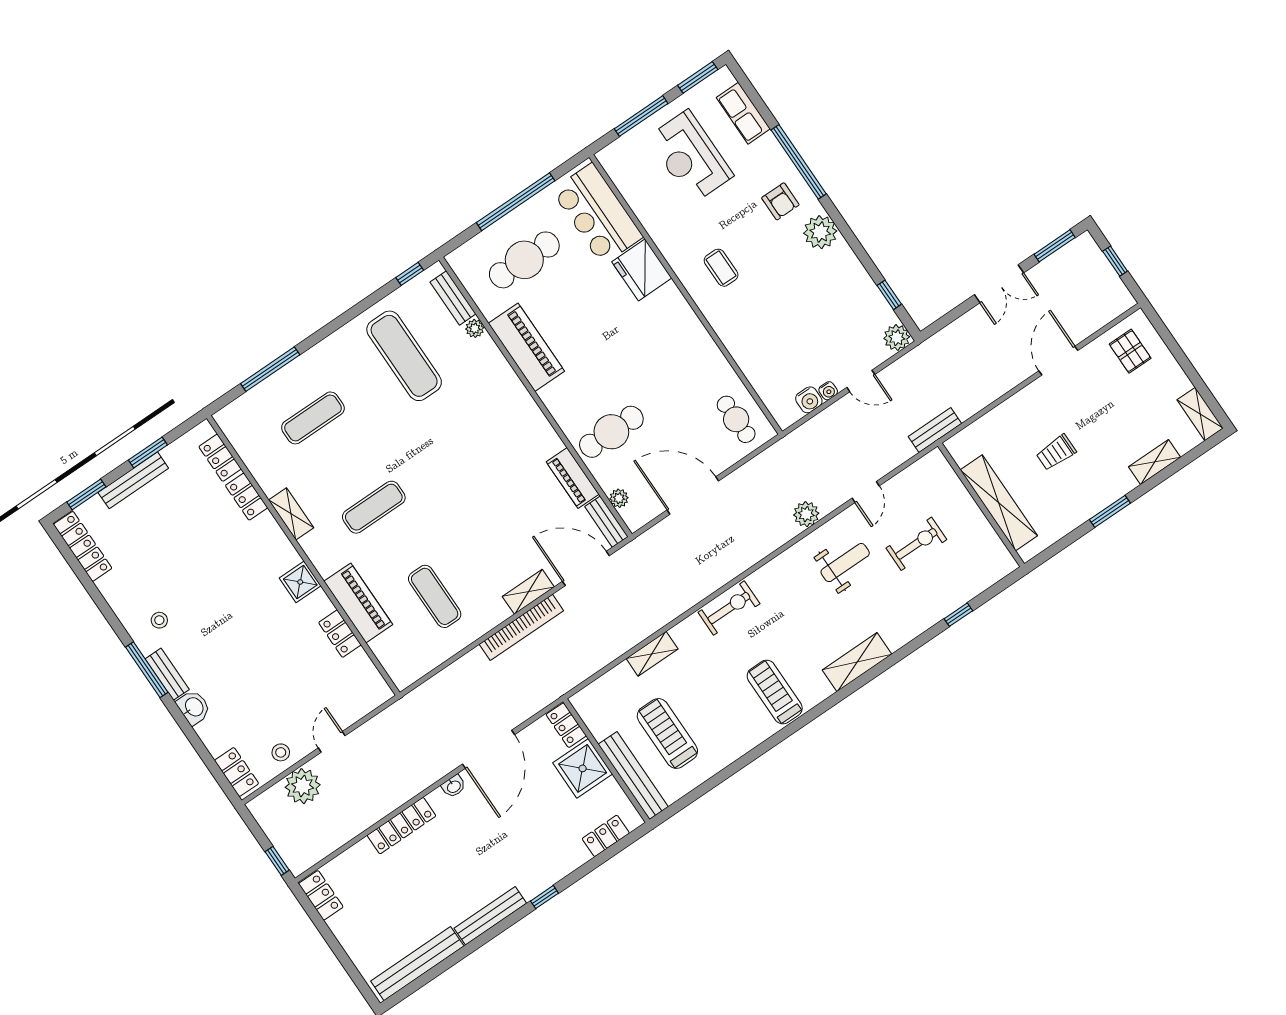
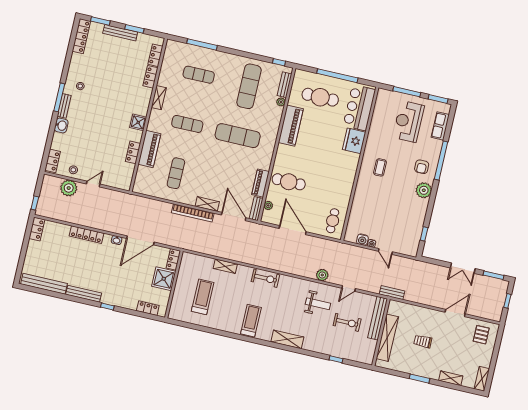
plant: (897, 338) -> (412, 250), removed
exercise mat: (465, 445) -> (238, 136), added
bench: (633, 776) -> (378, 318), moved

